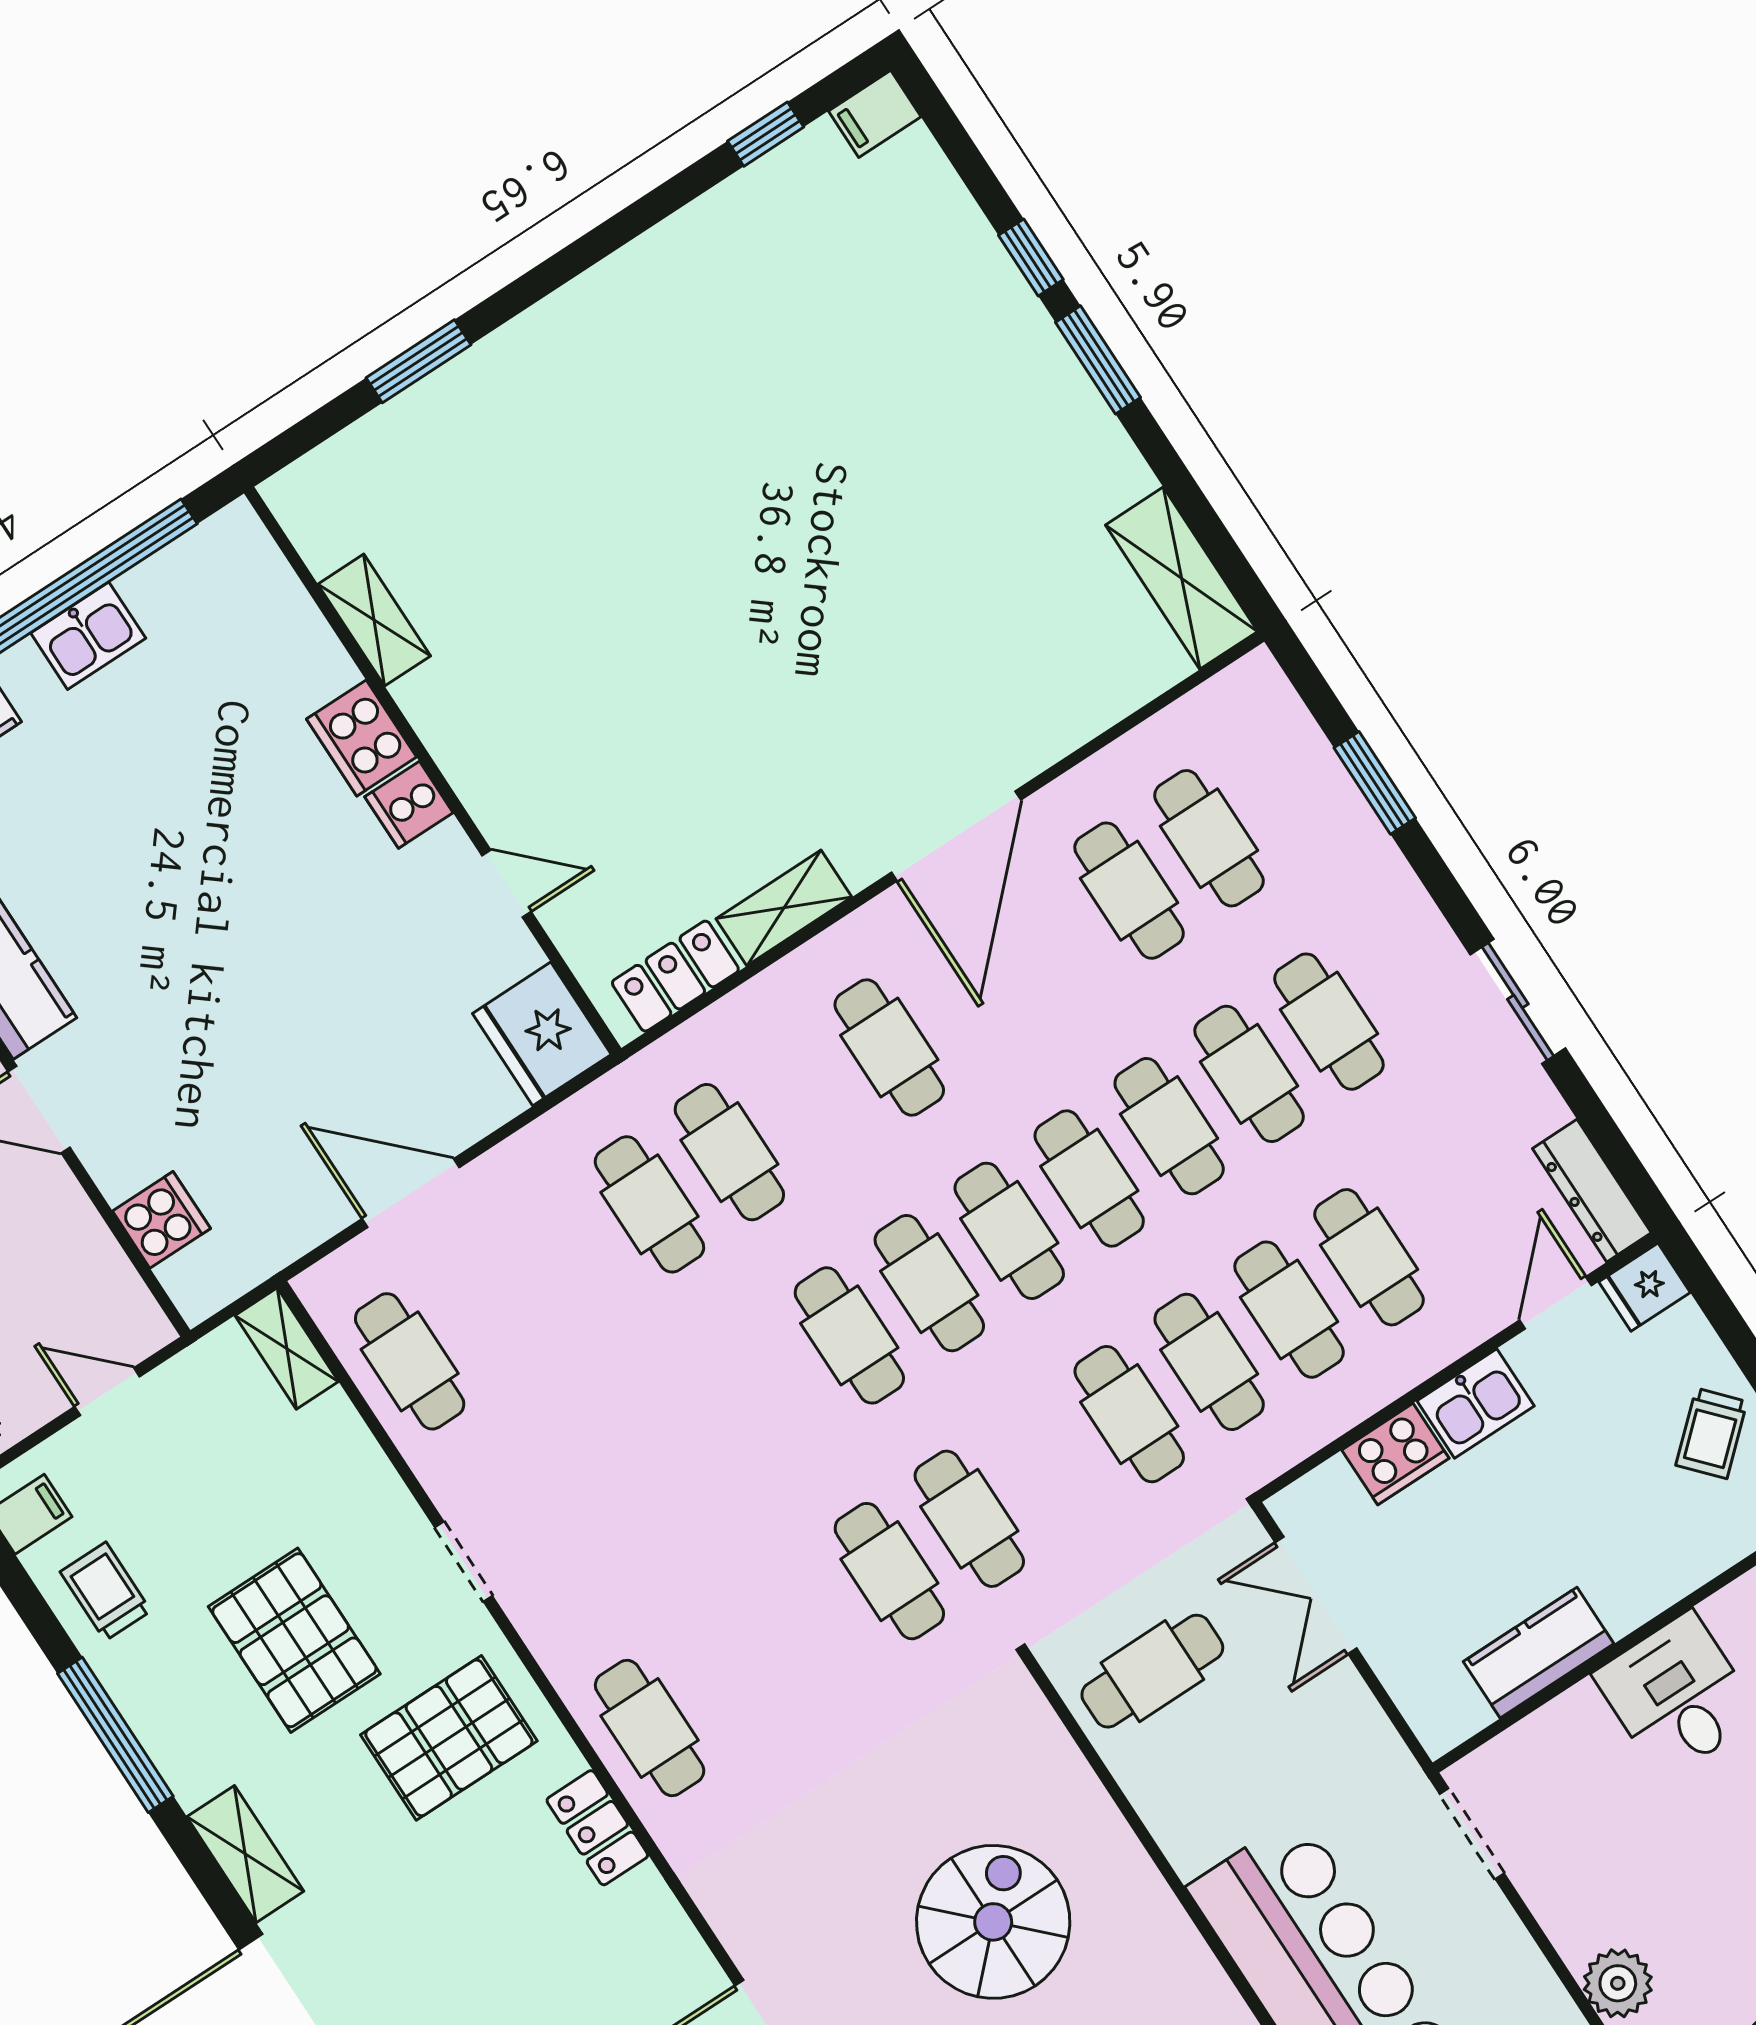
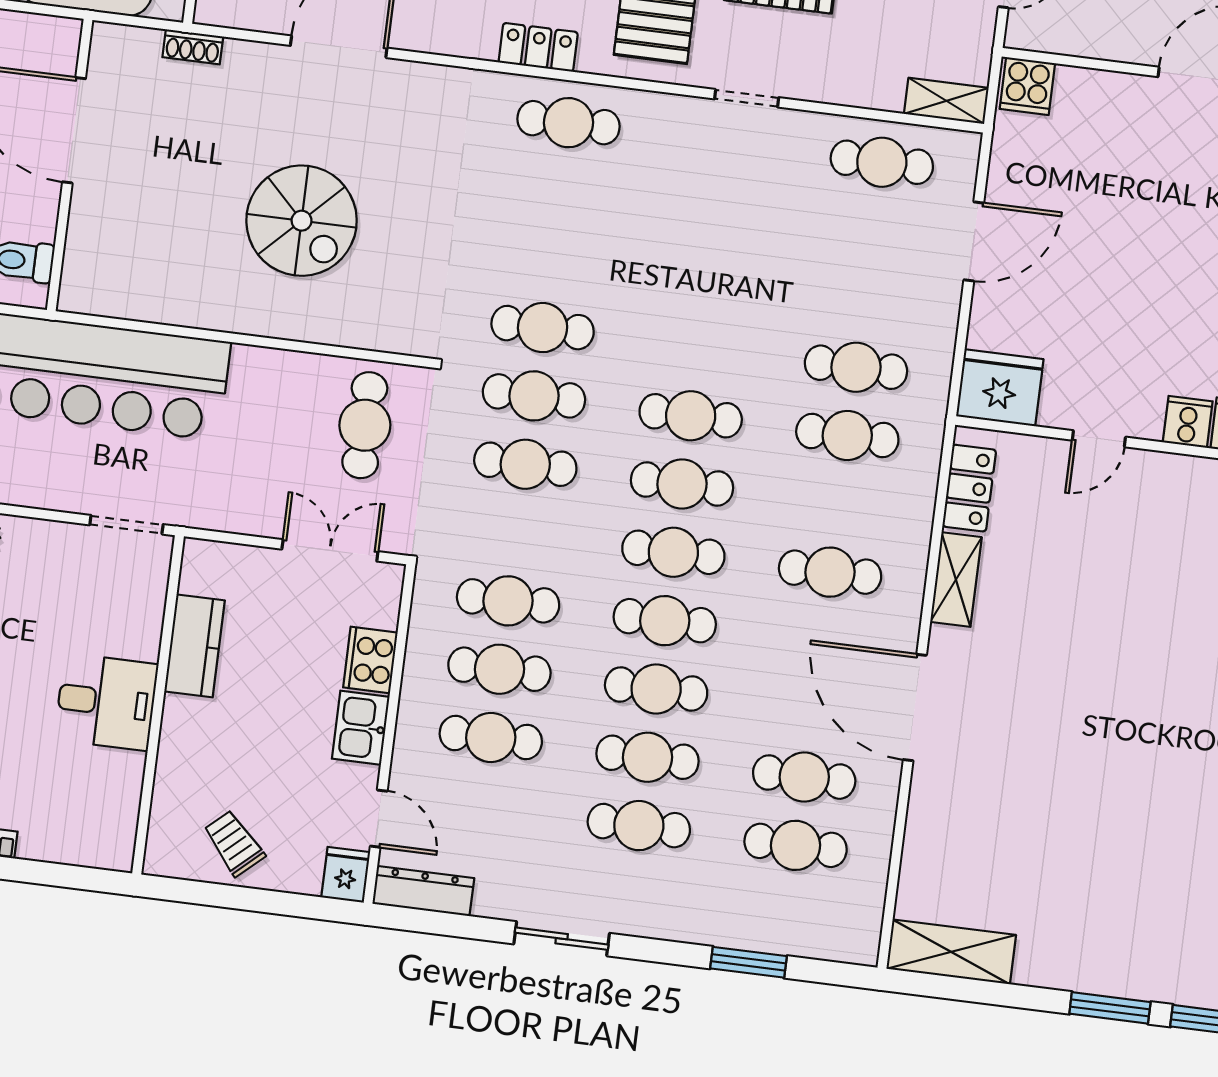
cooker: (161, 1220) -> (1027, 86), moved
cafe table: (1129, 1414) -> (525, 464), moved

